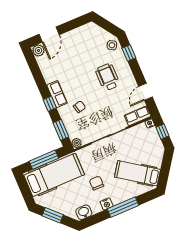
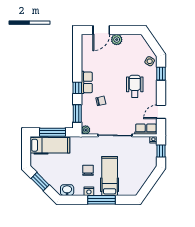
plant: (38, 50) -> (117, 40), moved
hospital bed: (137, 173) -> (110, 176), moved, turned 55
hospital bed: (54, 175) -> (50, 145), width x0.73, depth x0.78

